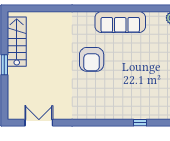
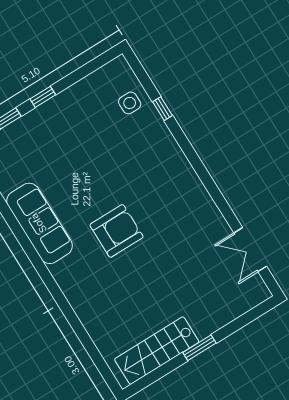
side table: (154, 107) -> (130, 103), added

